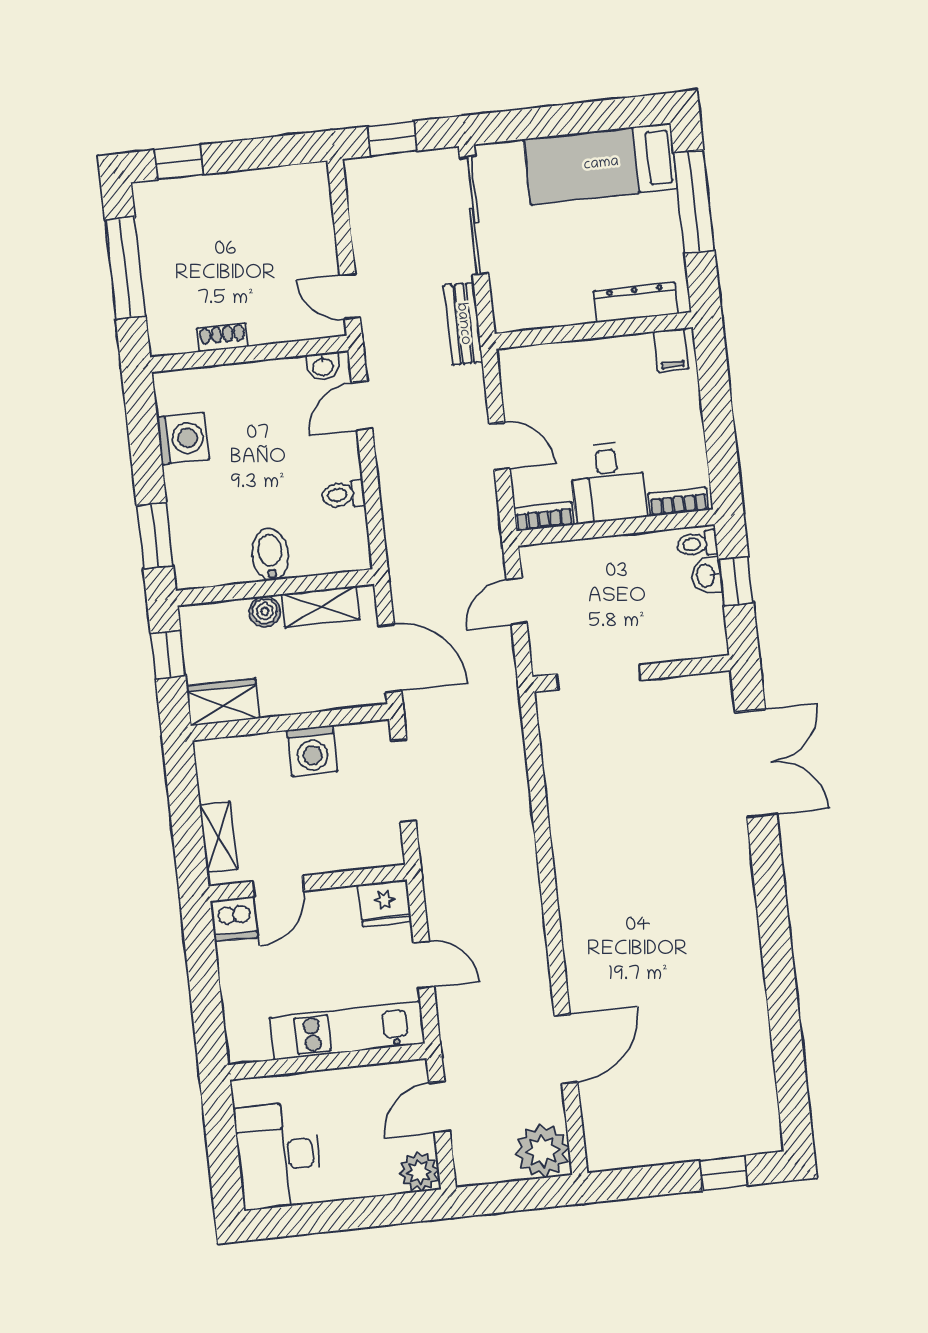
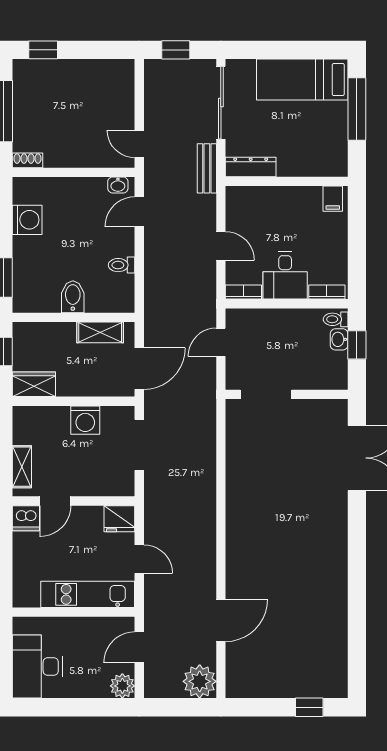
dresser: (636, 302) -> (251, 167), moved
shoe rack: (222, 337) -> (28, 160), moved
boiler: (265, 611) -> (66, 331), removed
door: (390, 658) -> (139, 369), hinge flipped

